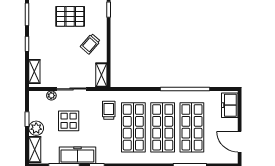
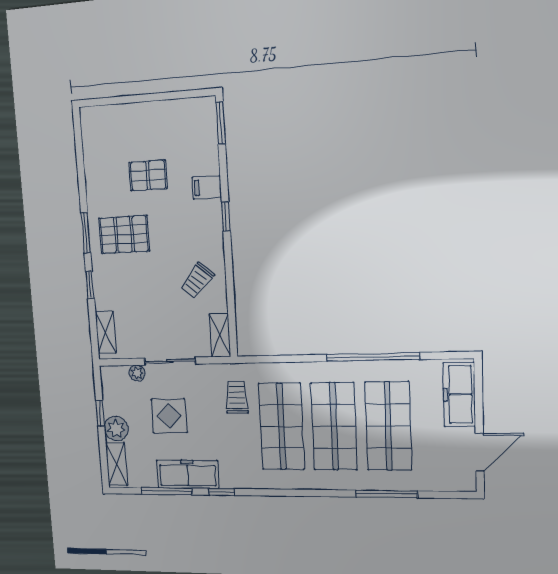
pallet: (70, 16) -> (124, 235), moved
freezer: (230, 105) -> (459, 395), width x1.40
door: (240, 142) -> (480, 452), swing flipped

